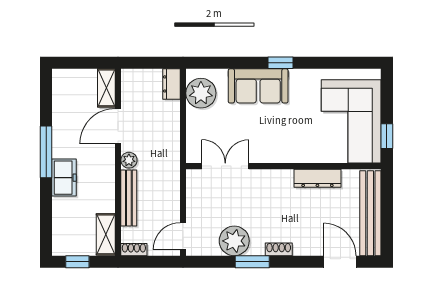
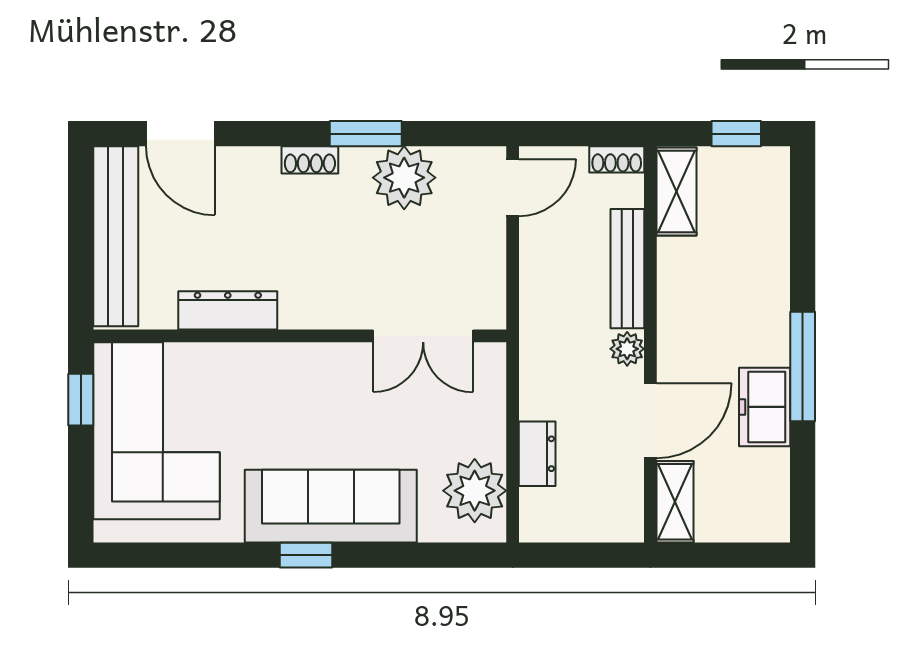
dresser: (171, 84) -> (537, 454), moved
sofa: (258, 86) -> (331, 506), width x1.36
freezer: (64, 178) -> (765, 407), moved

